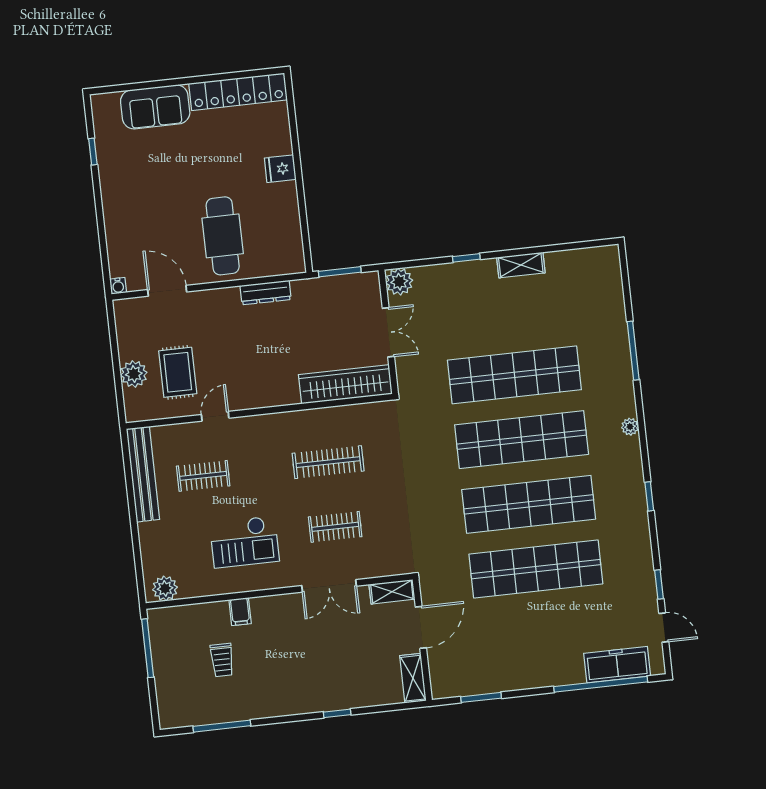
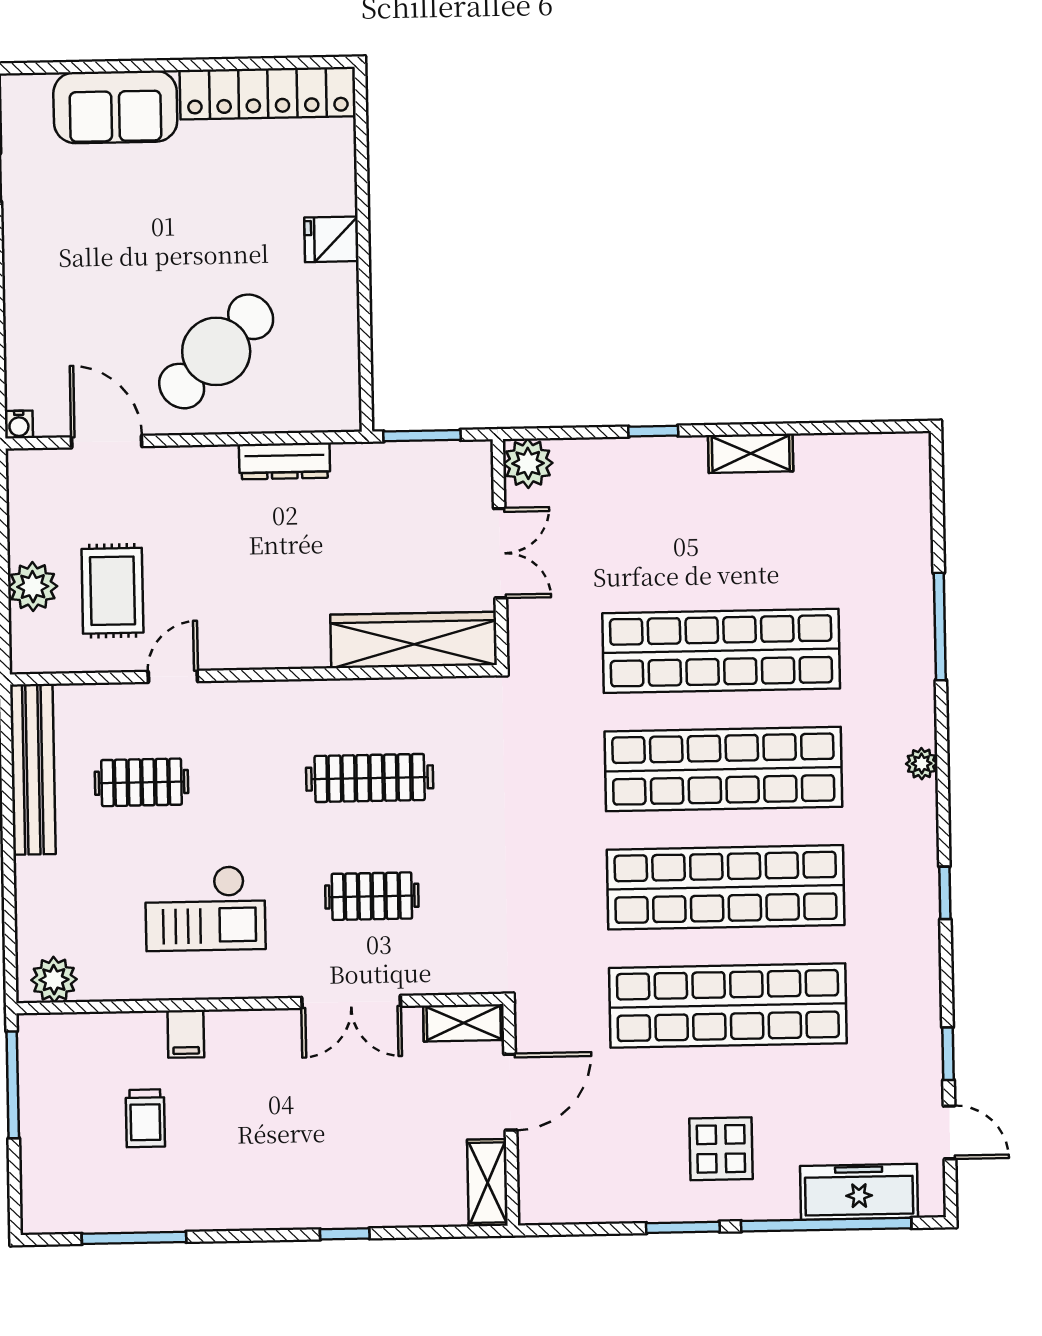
cafe table: (223, 236) -> (216, 351), turned 46
display table: (539, 648) -> (721, 1149), added
window: (481, 697) -> (683, 1227), moved

